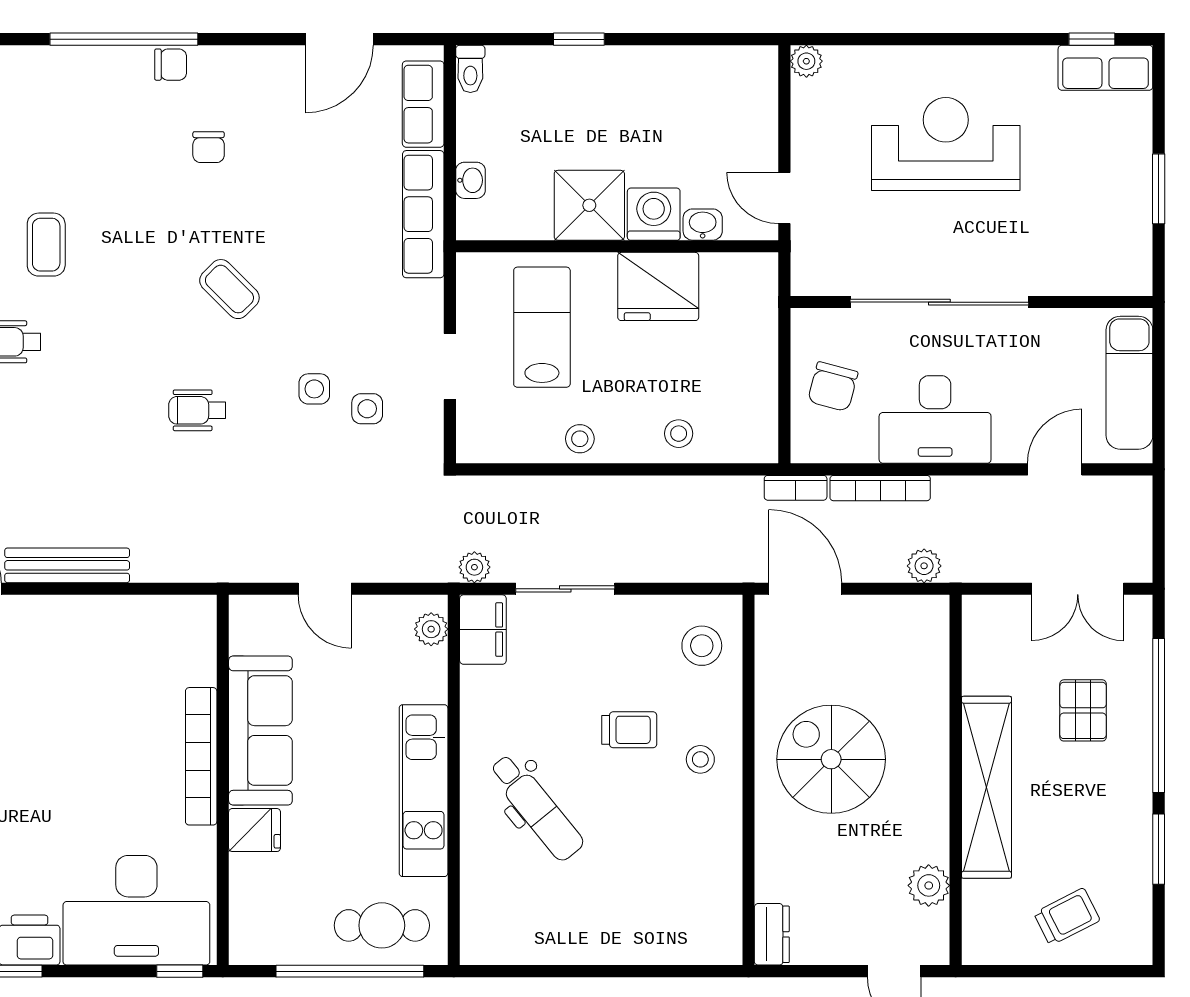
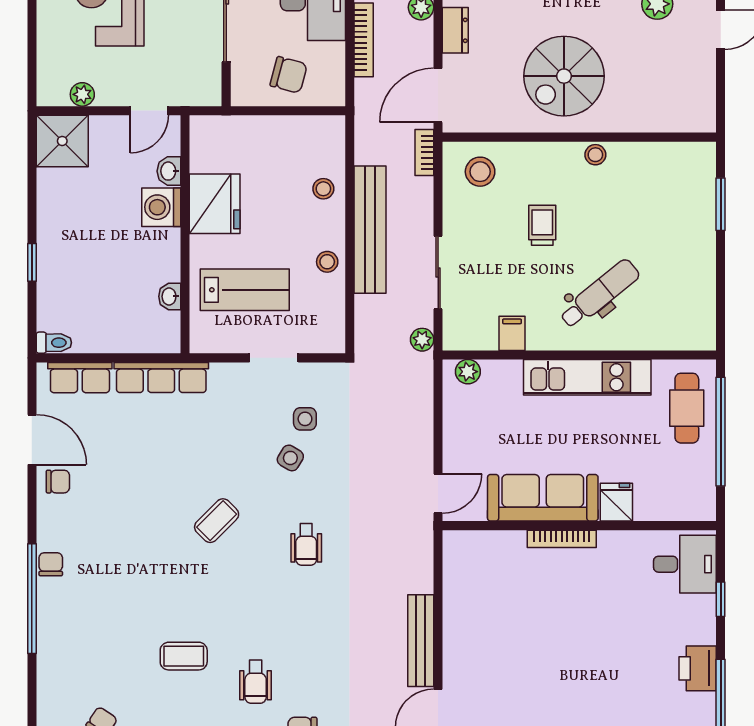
plant: (806, 61) -> (82, 94), moved
chair: (209, 147) -> (58, 482), moved
washbasin: (470, 180) -> (170, 296), moved, turned -90
shower: (589, 205) -> (62, 141), moved
lab bench: (542, 327) -> (245, 290), turned 180
side table: (314, 389) -> (290, 458), turned 31
bookcase: (796, 488) -> (424, 152), moved, turned 180
bench: (623, 497) -> (370, 230), added
door: (325, 589) -> (438, 494), moved
filing cabinet: (483, 630) -> (512, 333), moved, width x0.50
bookcase: (201, 756) -> (562, 539), width x0.68, depth x0.76
stool: (700, 759) -> (595, 155), moved
desk: (136, 910) -> (685, 564), width x0.53, depth x0.77
dresser: (772, 934) -> (455, 30), moved, turned 90
window: (180, 971) -> (721, 599), moved
window: (658, 971) -> (721, 204), added

